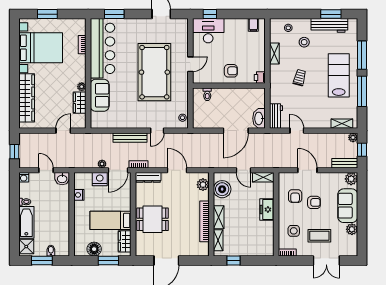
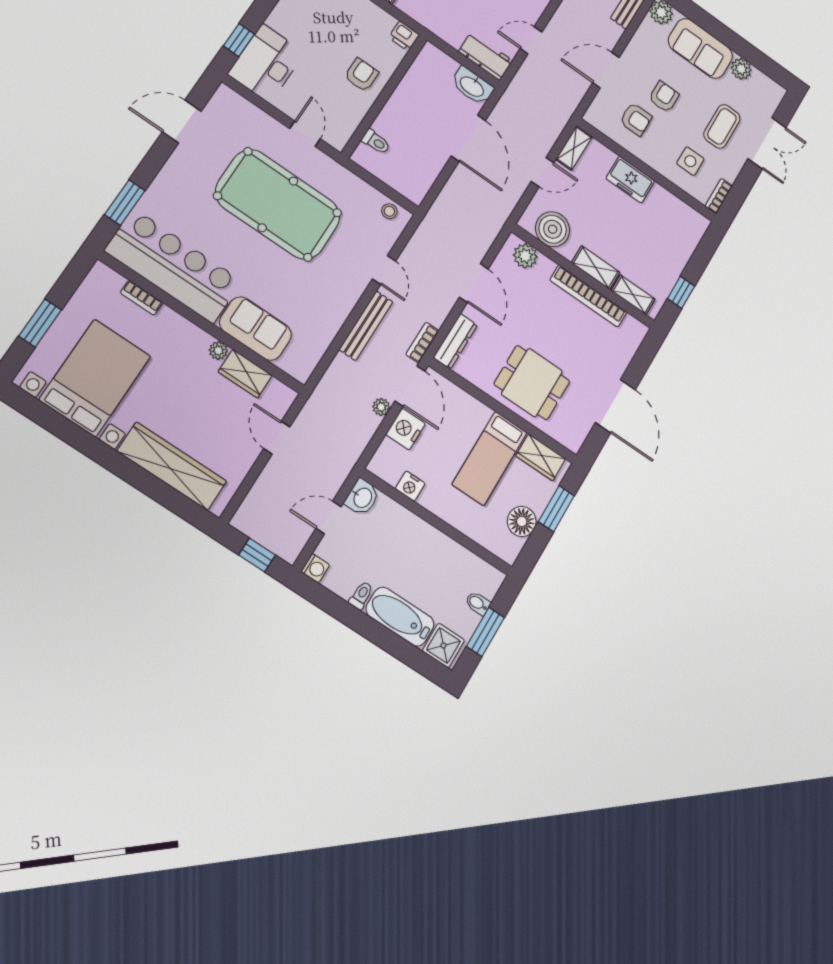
door: (177, 170) -> (474, 283), swing flipped
dining table: (153, 219) -> (532, 383), turned 90

